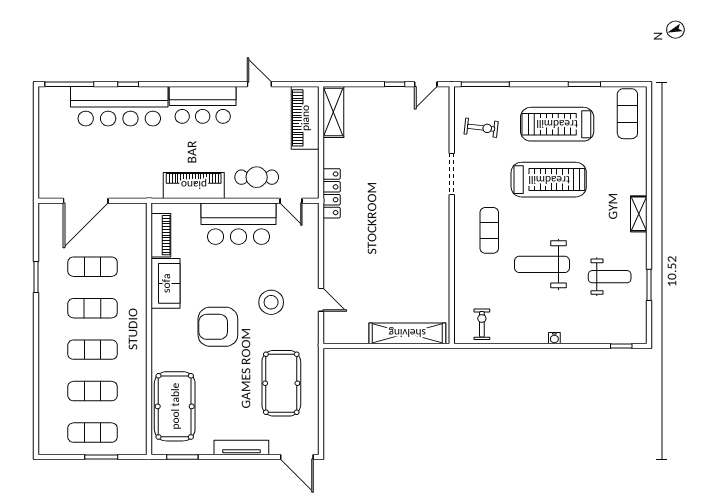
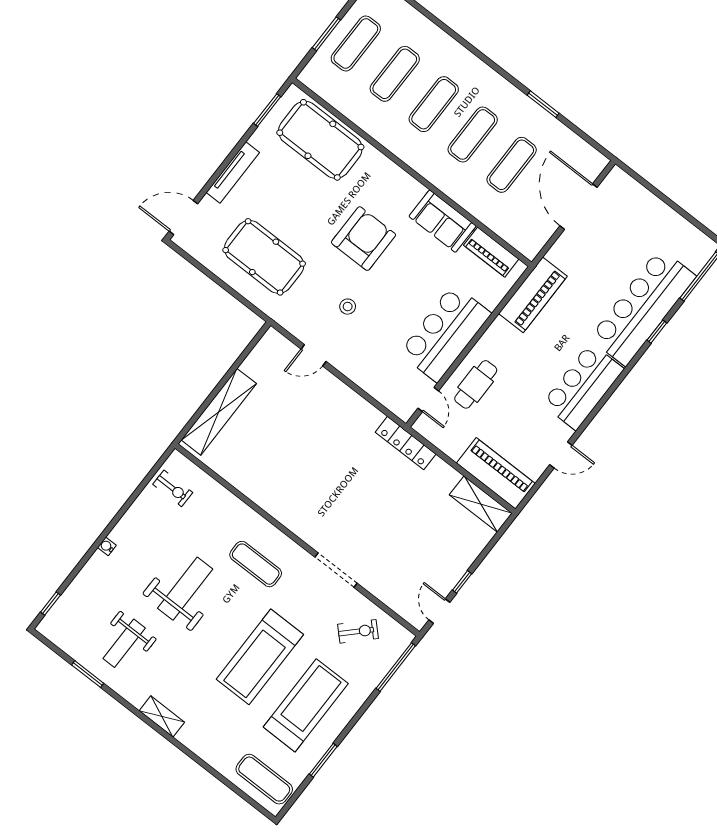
exercise bike: (481, 128) -> (358, 631), turned -141
piano: (194, 185) -> (533, 295), moved
door: (291, 201) -> (428, 400), swing flipped
stool: (271, 302) -> (348, 307), width x0.53, depth x0.53

